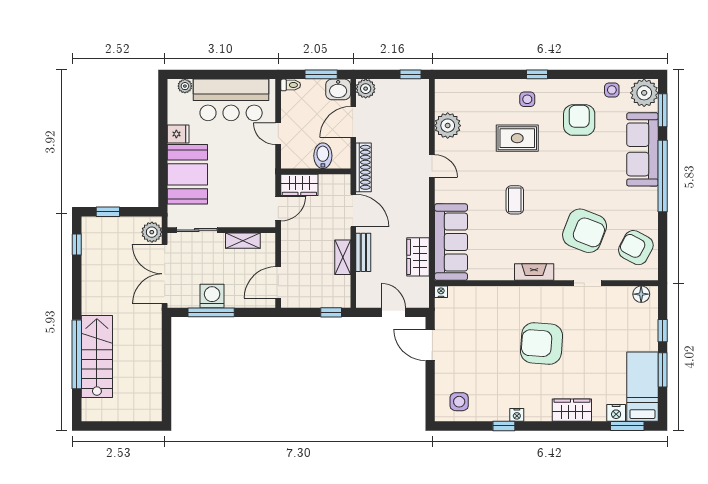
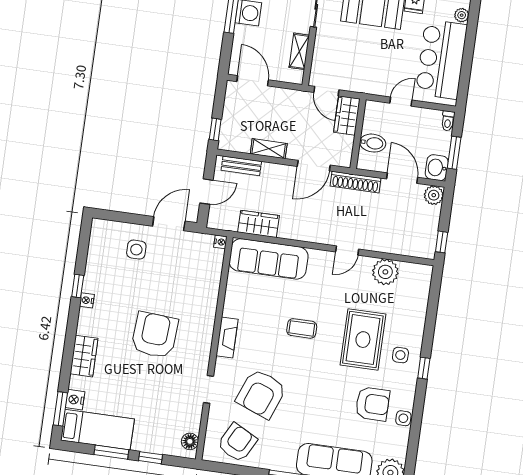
side table: (612, 90) -> (403, 418), moved
rug: (517, 138) -> (363, 340), width x1.36, depth x1.43
bench: (363, 252) -> (241, 166), moved
side table: (459, 402) -> (136, 250), moved

